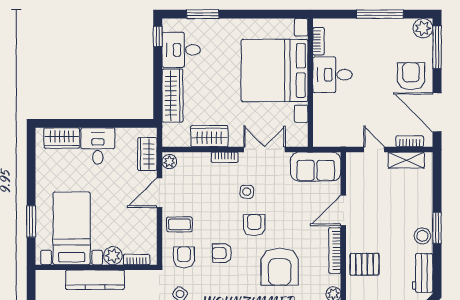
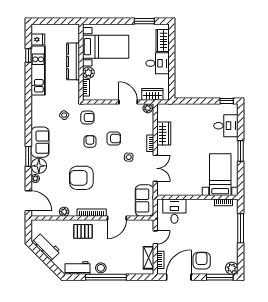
window: (203, 14) -> (241, 151), moved
window: (380, 14) -> (241, 228), moved
desk: (181, 50) -> (226, 126), moved, turned 90
bed with nightstands: (275, 70) -> (220, 175), width x0.54
desk: (332, 75) -> (174, 211), moved
armchair: (411, 76) -> (202, 261), turned -90
wardrobe: (172, 96) -> (189, 110), removed
door: (343, 210) -> (117, 218), swing flipped
window: (31, 221) -> (144, 21), moved
coffee table: (179, 224) -> (108, 115), removed
armchair: (254, 225) -> (114, 138), moved
window: (437, 228) -> (106, 277), width x2.11
pallet: (365, 264) -> (83, 231), turned 90

